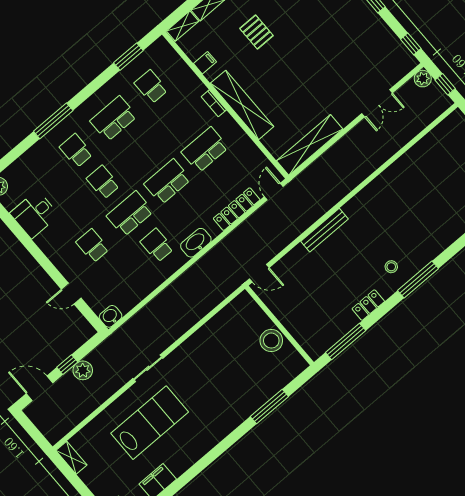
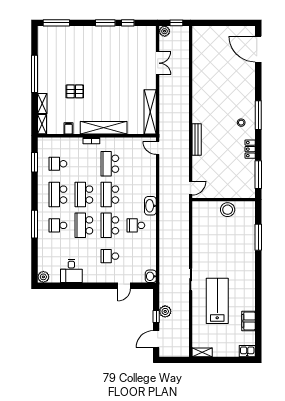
window: (411, 44) -> (128, 23), moved
school desk: (140, 150) -> (84, 195), added
school desk: (103, 182) -> (84, 225), width x1.85
locker: (237, 209) -> (151, 173), removed

